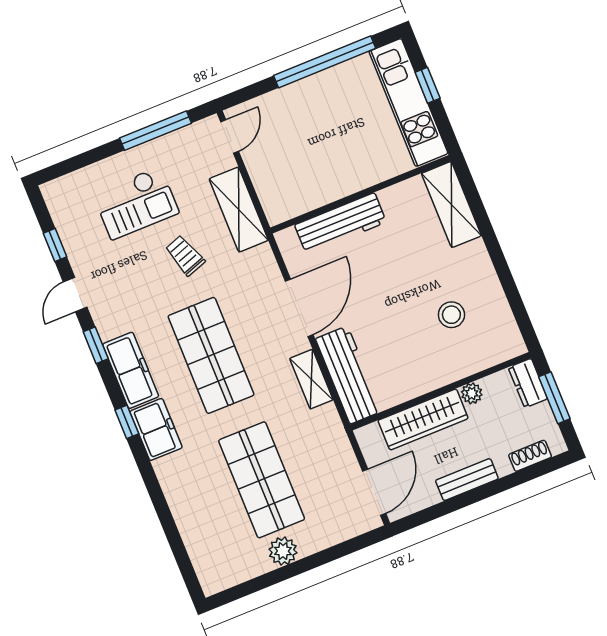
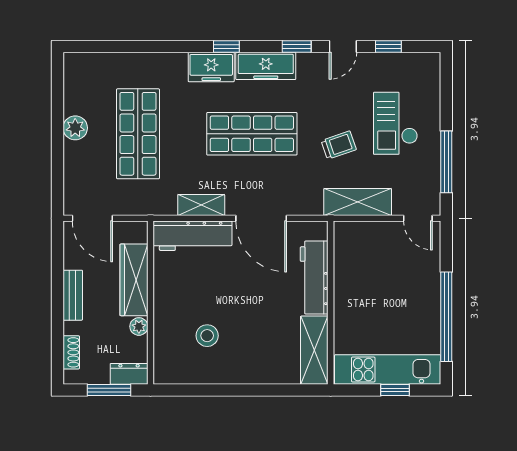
shelving: (451, 205) -> (314, 350), moved, turned 90
door: (75, 295) -> (343, 46), swing flipped
shop shelf: (262, 480) -> (138, 134), turned 90

